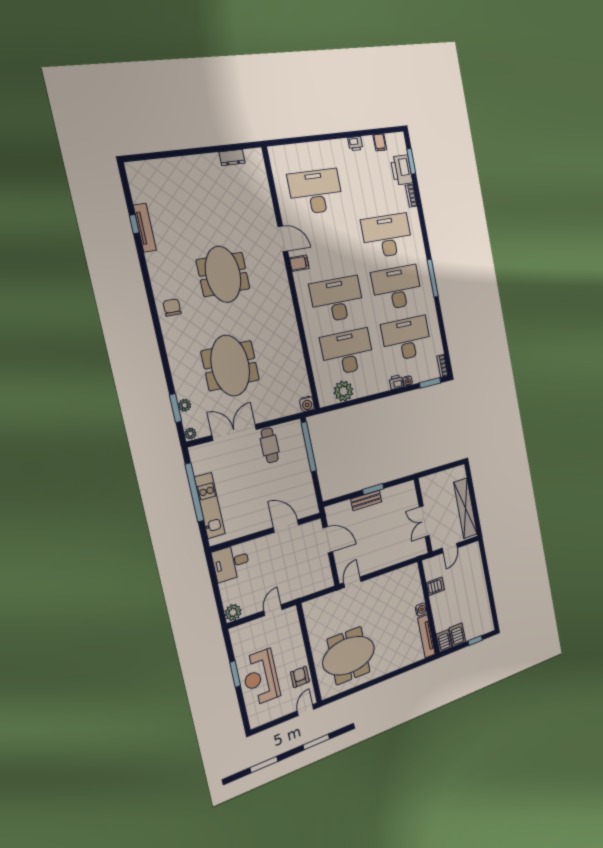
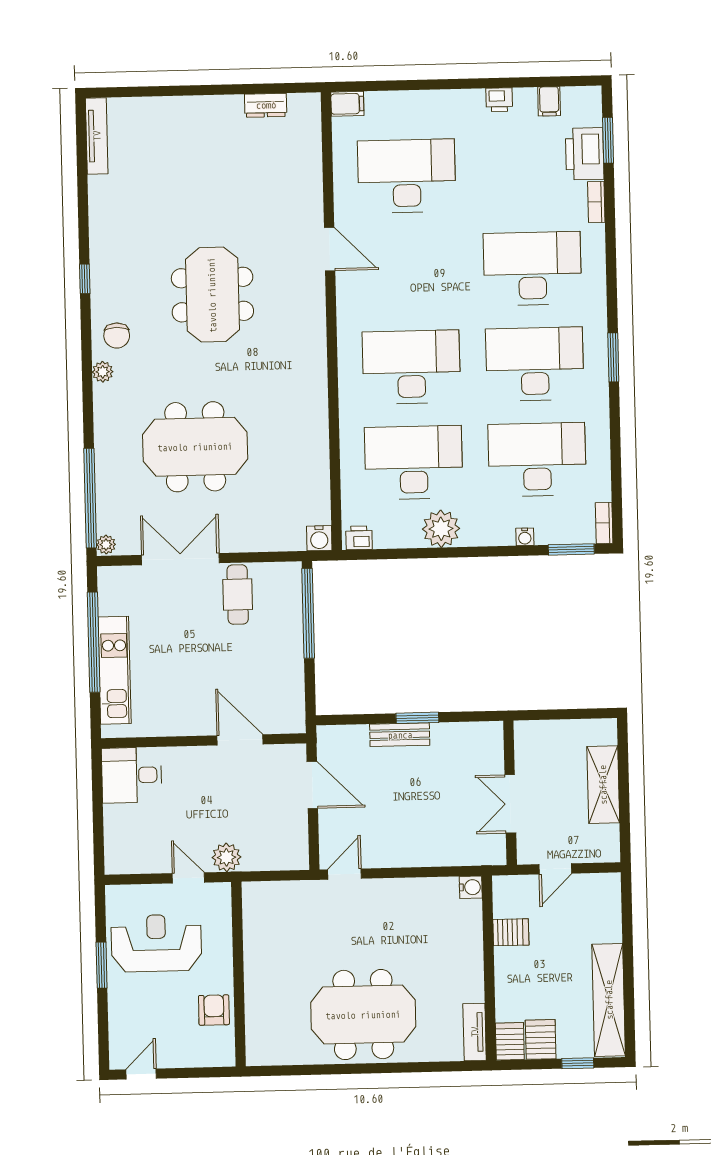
window: (134, 224) -> (85, 279), moved
tv unit: (145, 228) -> (97, 136), moved
filing cabinet: (299, 263) -> (347, 104), moved
window: (433, 278) -> (613, 357), width x0.69
chair: (172, 307) -> (117, 336), turned 180
meeting table: (230, 366) -> (195, 447), turned 90
printer: (396, 382) -> (359, 538), moved
plant: (343, 391) -> (441, 529), moved
plant: (185, 405) -> (103, 372), moved
window: (176, 408) -> (90, 498), width x2.11
shelving: (465, 508) -> (603, 785), width x0.68
shelving: (483, 605) -> (609, 1000), added
door: (273, 610) -> (188, 878), hinge flipped
water cooler: (421, 610) -> (471, 887), moved
plant: (233, 612) -> (226, 857), moved
tv unit: (426, 636) -> (475, 1032), width x0.71
meeting table: (349, 656) -> (363, 1015), moved
reception desk: (261, 677) -> (156, 943), moved, turned 90
door: (305, 710) -> (141, 1074), moved

